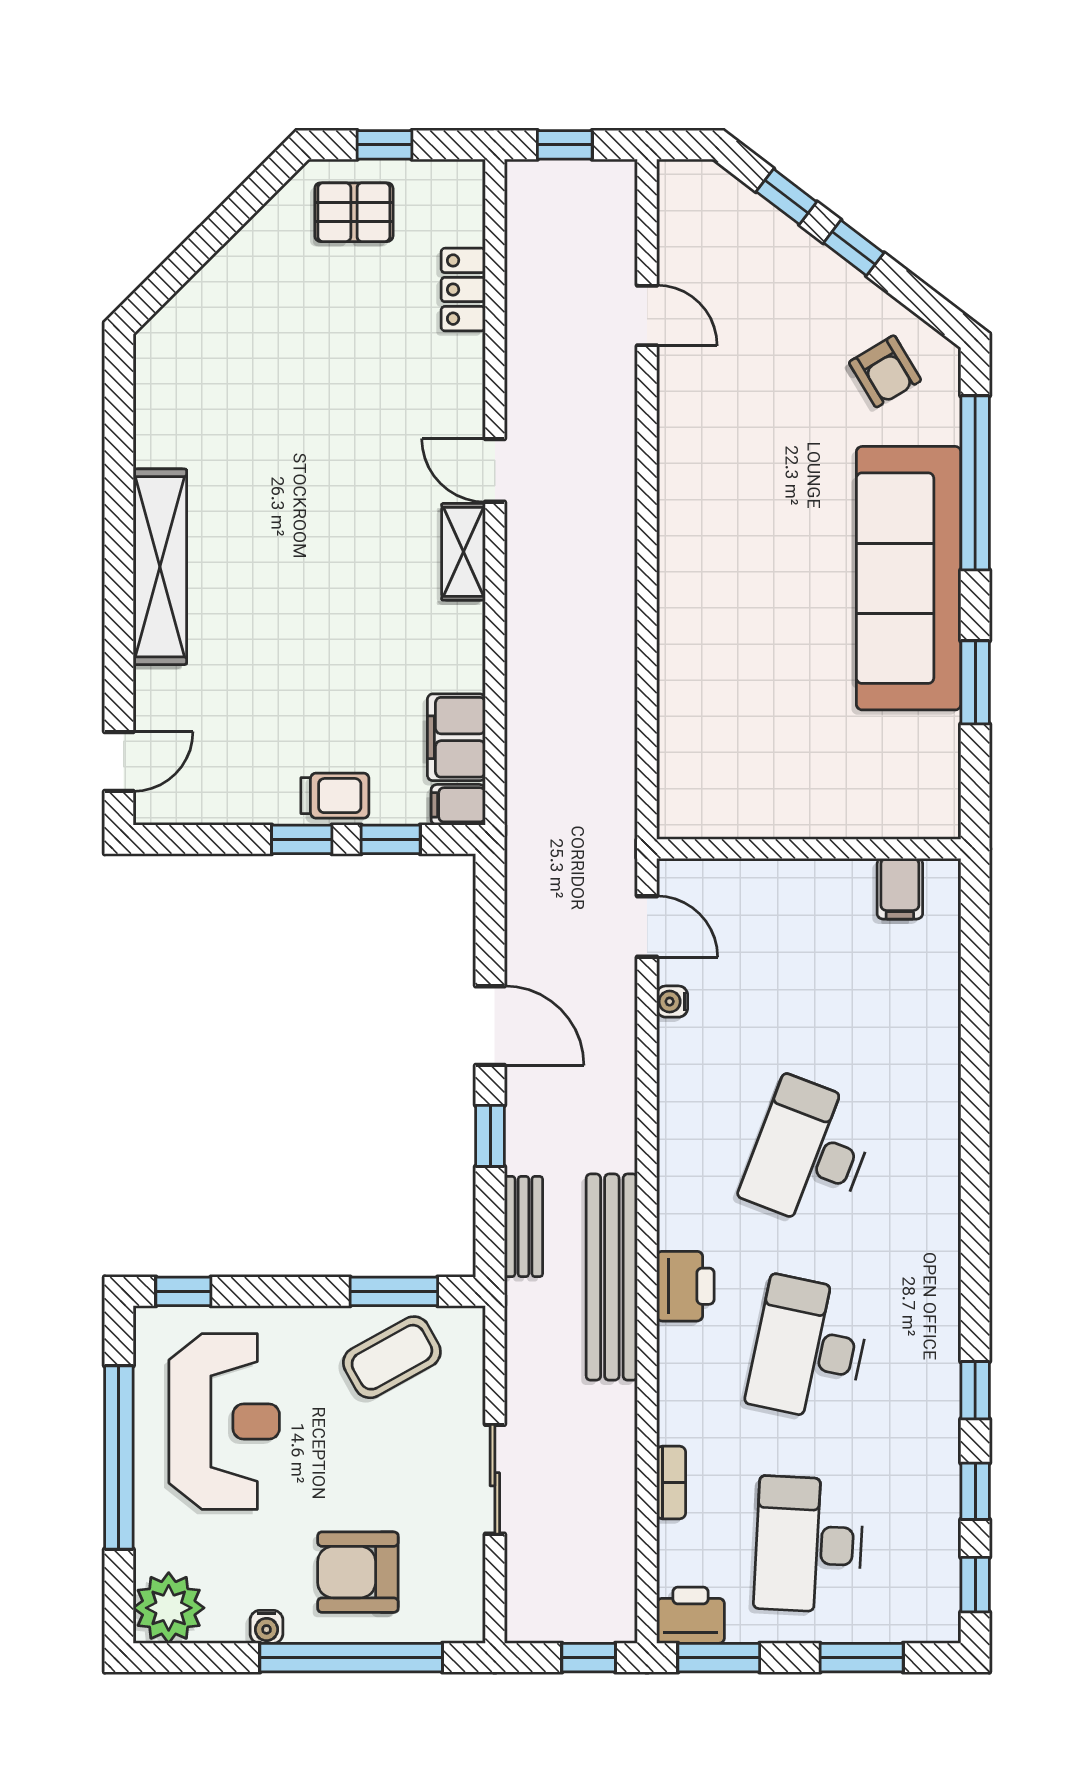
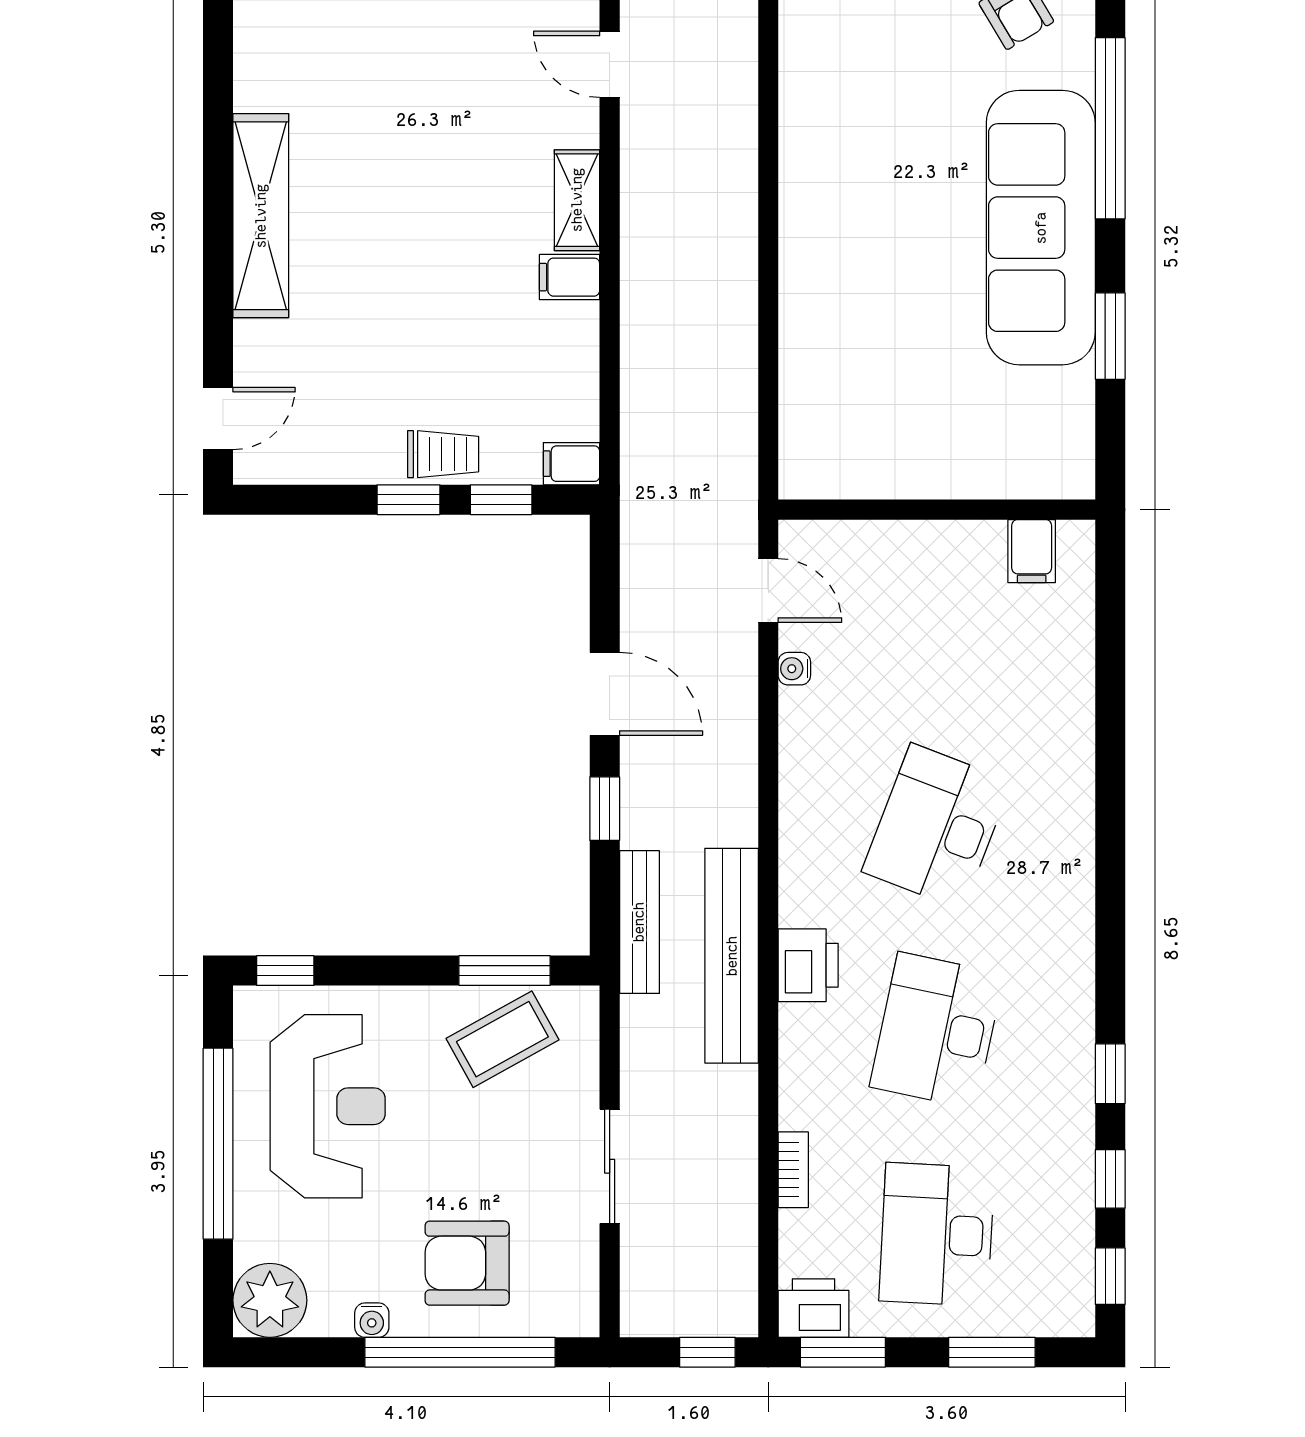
door: (495, 470) -> (610, 64), moved
filing cabinet: (456, 737) -> (570, 277), moved, width x0.50
bench: (523, 1226) -> (639, 922), width x1.36

